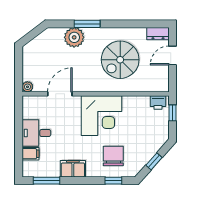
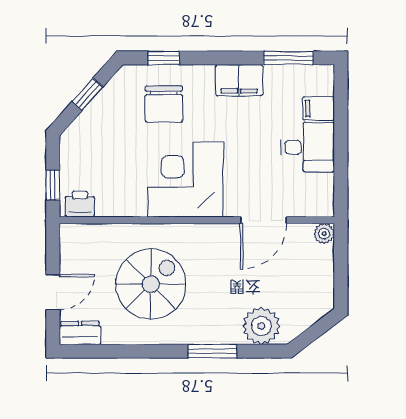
plant: (74, 37) -> (261, 326), moved

